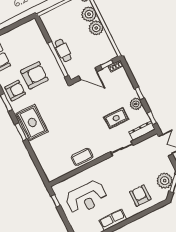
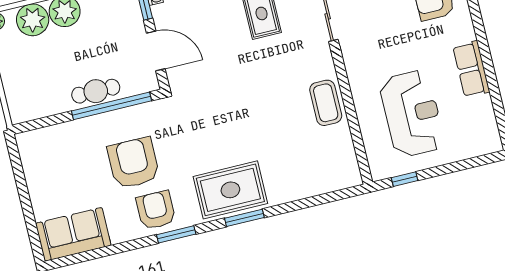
door: (88, 74) -> (156, 51), hinge flipped

